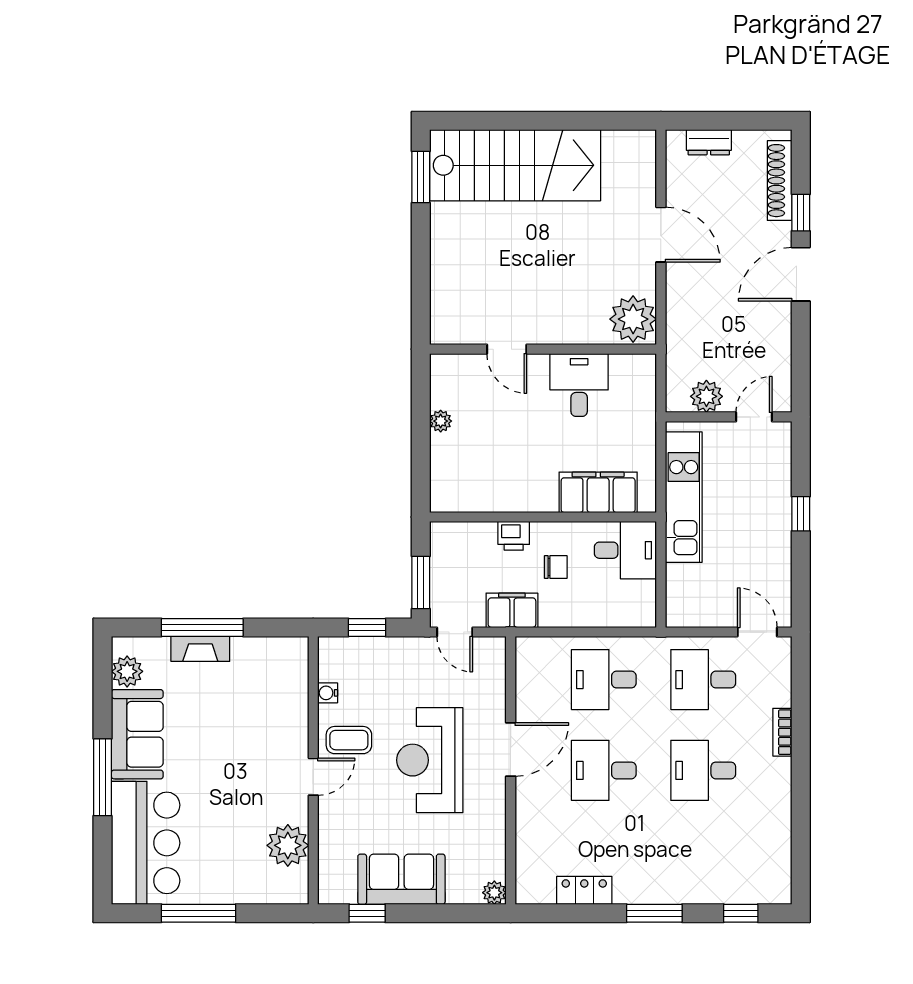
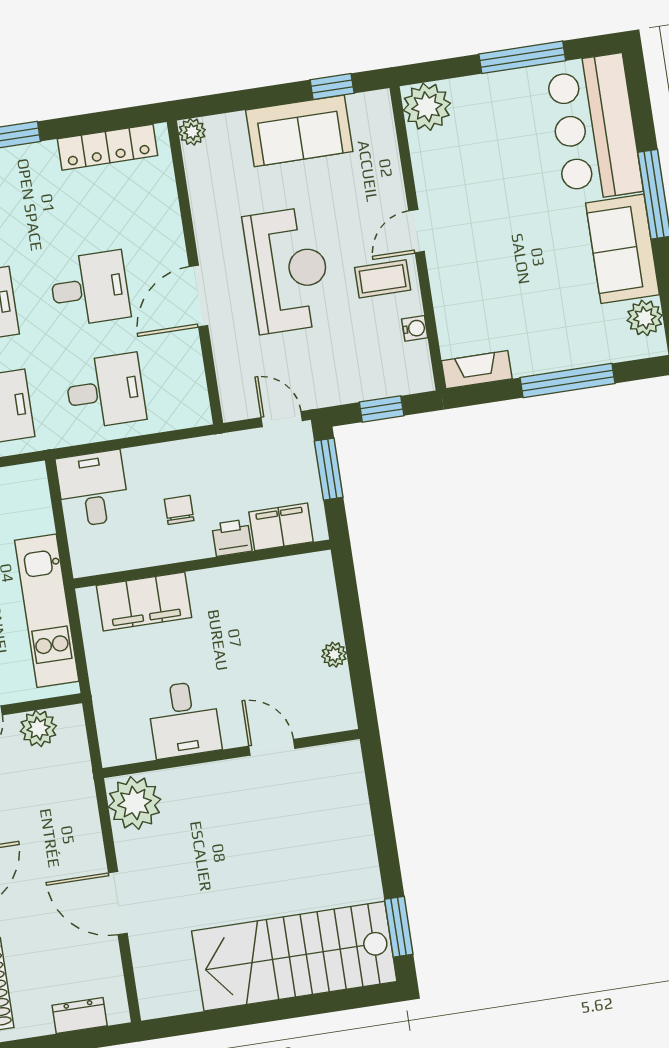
desk: (625, 550) -> (93, 489), moved, turned 90
chair: (556, 567) -> (179, 510), turned 90
filing cabinet: (512, 610) -> (281, 527), moved, turned 180
fireplace: (200, 649) -> (477, 370), moved
plant: (288, 845) -> (427, 107), moved
locker: (584, 890) -> (107, 147), width x1.53

